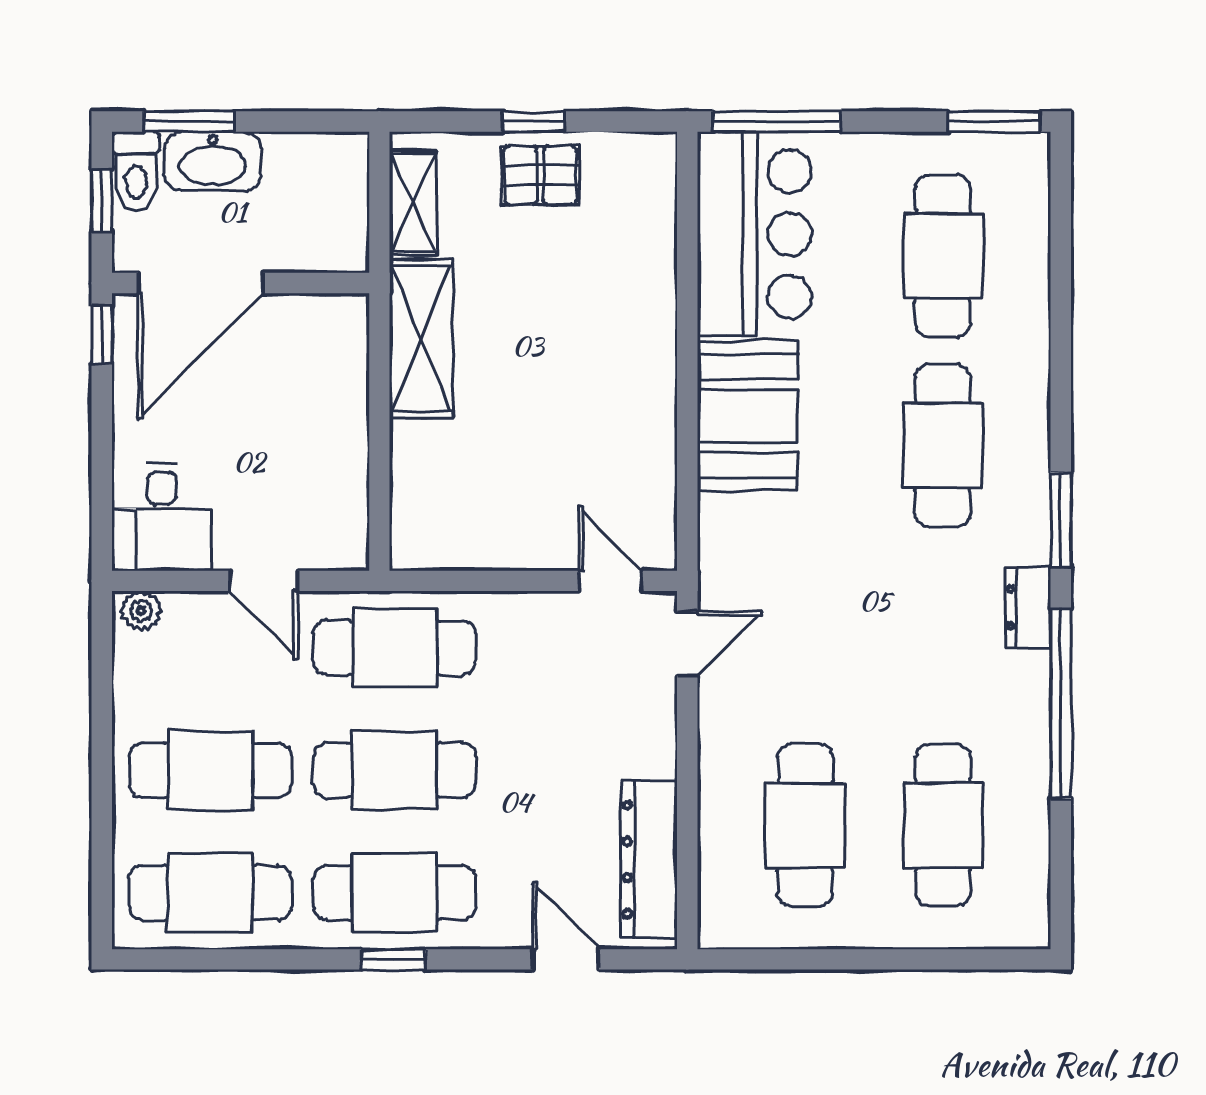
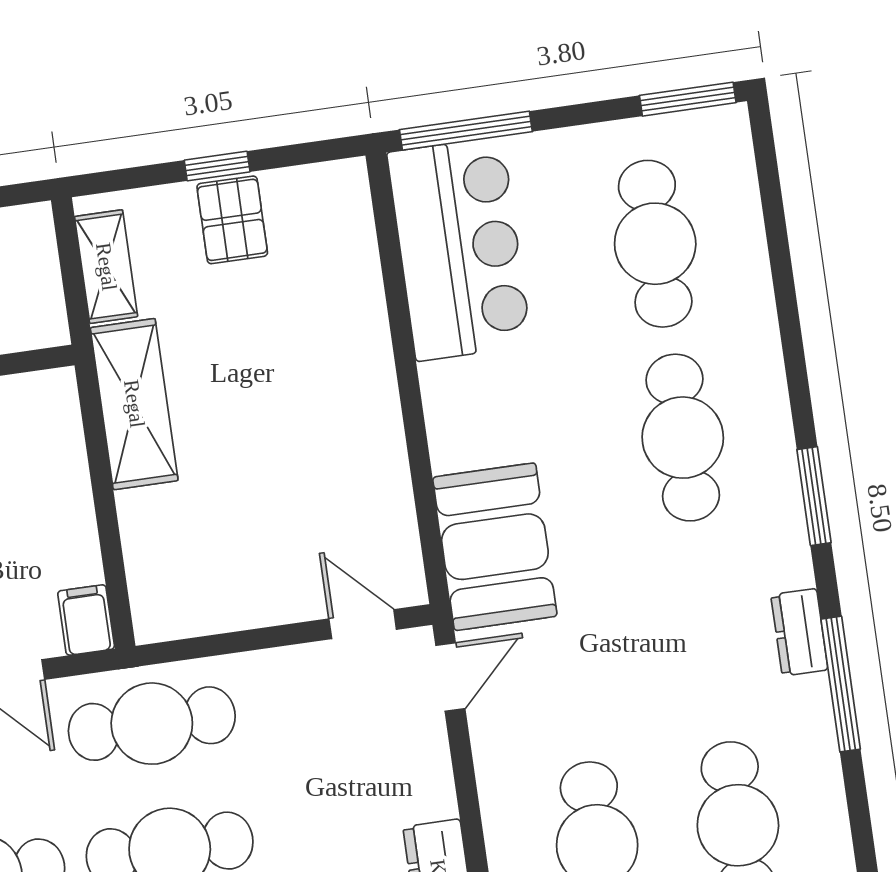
pallet: (540, 175) -> (232, 220), turned 90
booth: (748, 416) -> (495, 547), moved
filing cabinet: (346, 539) -> (86, 620), added
dresser: (1028, 607) -> (799, 632), moved
window: (1061, 704) -> (841, 684), width x0.68

